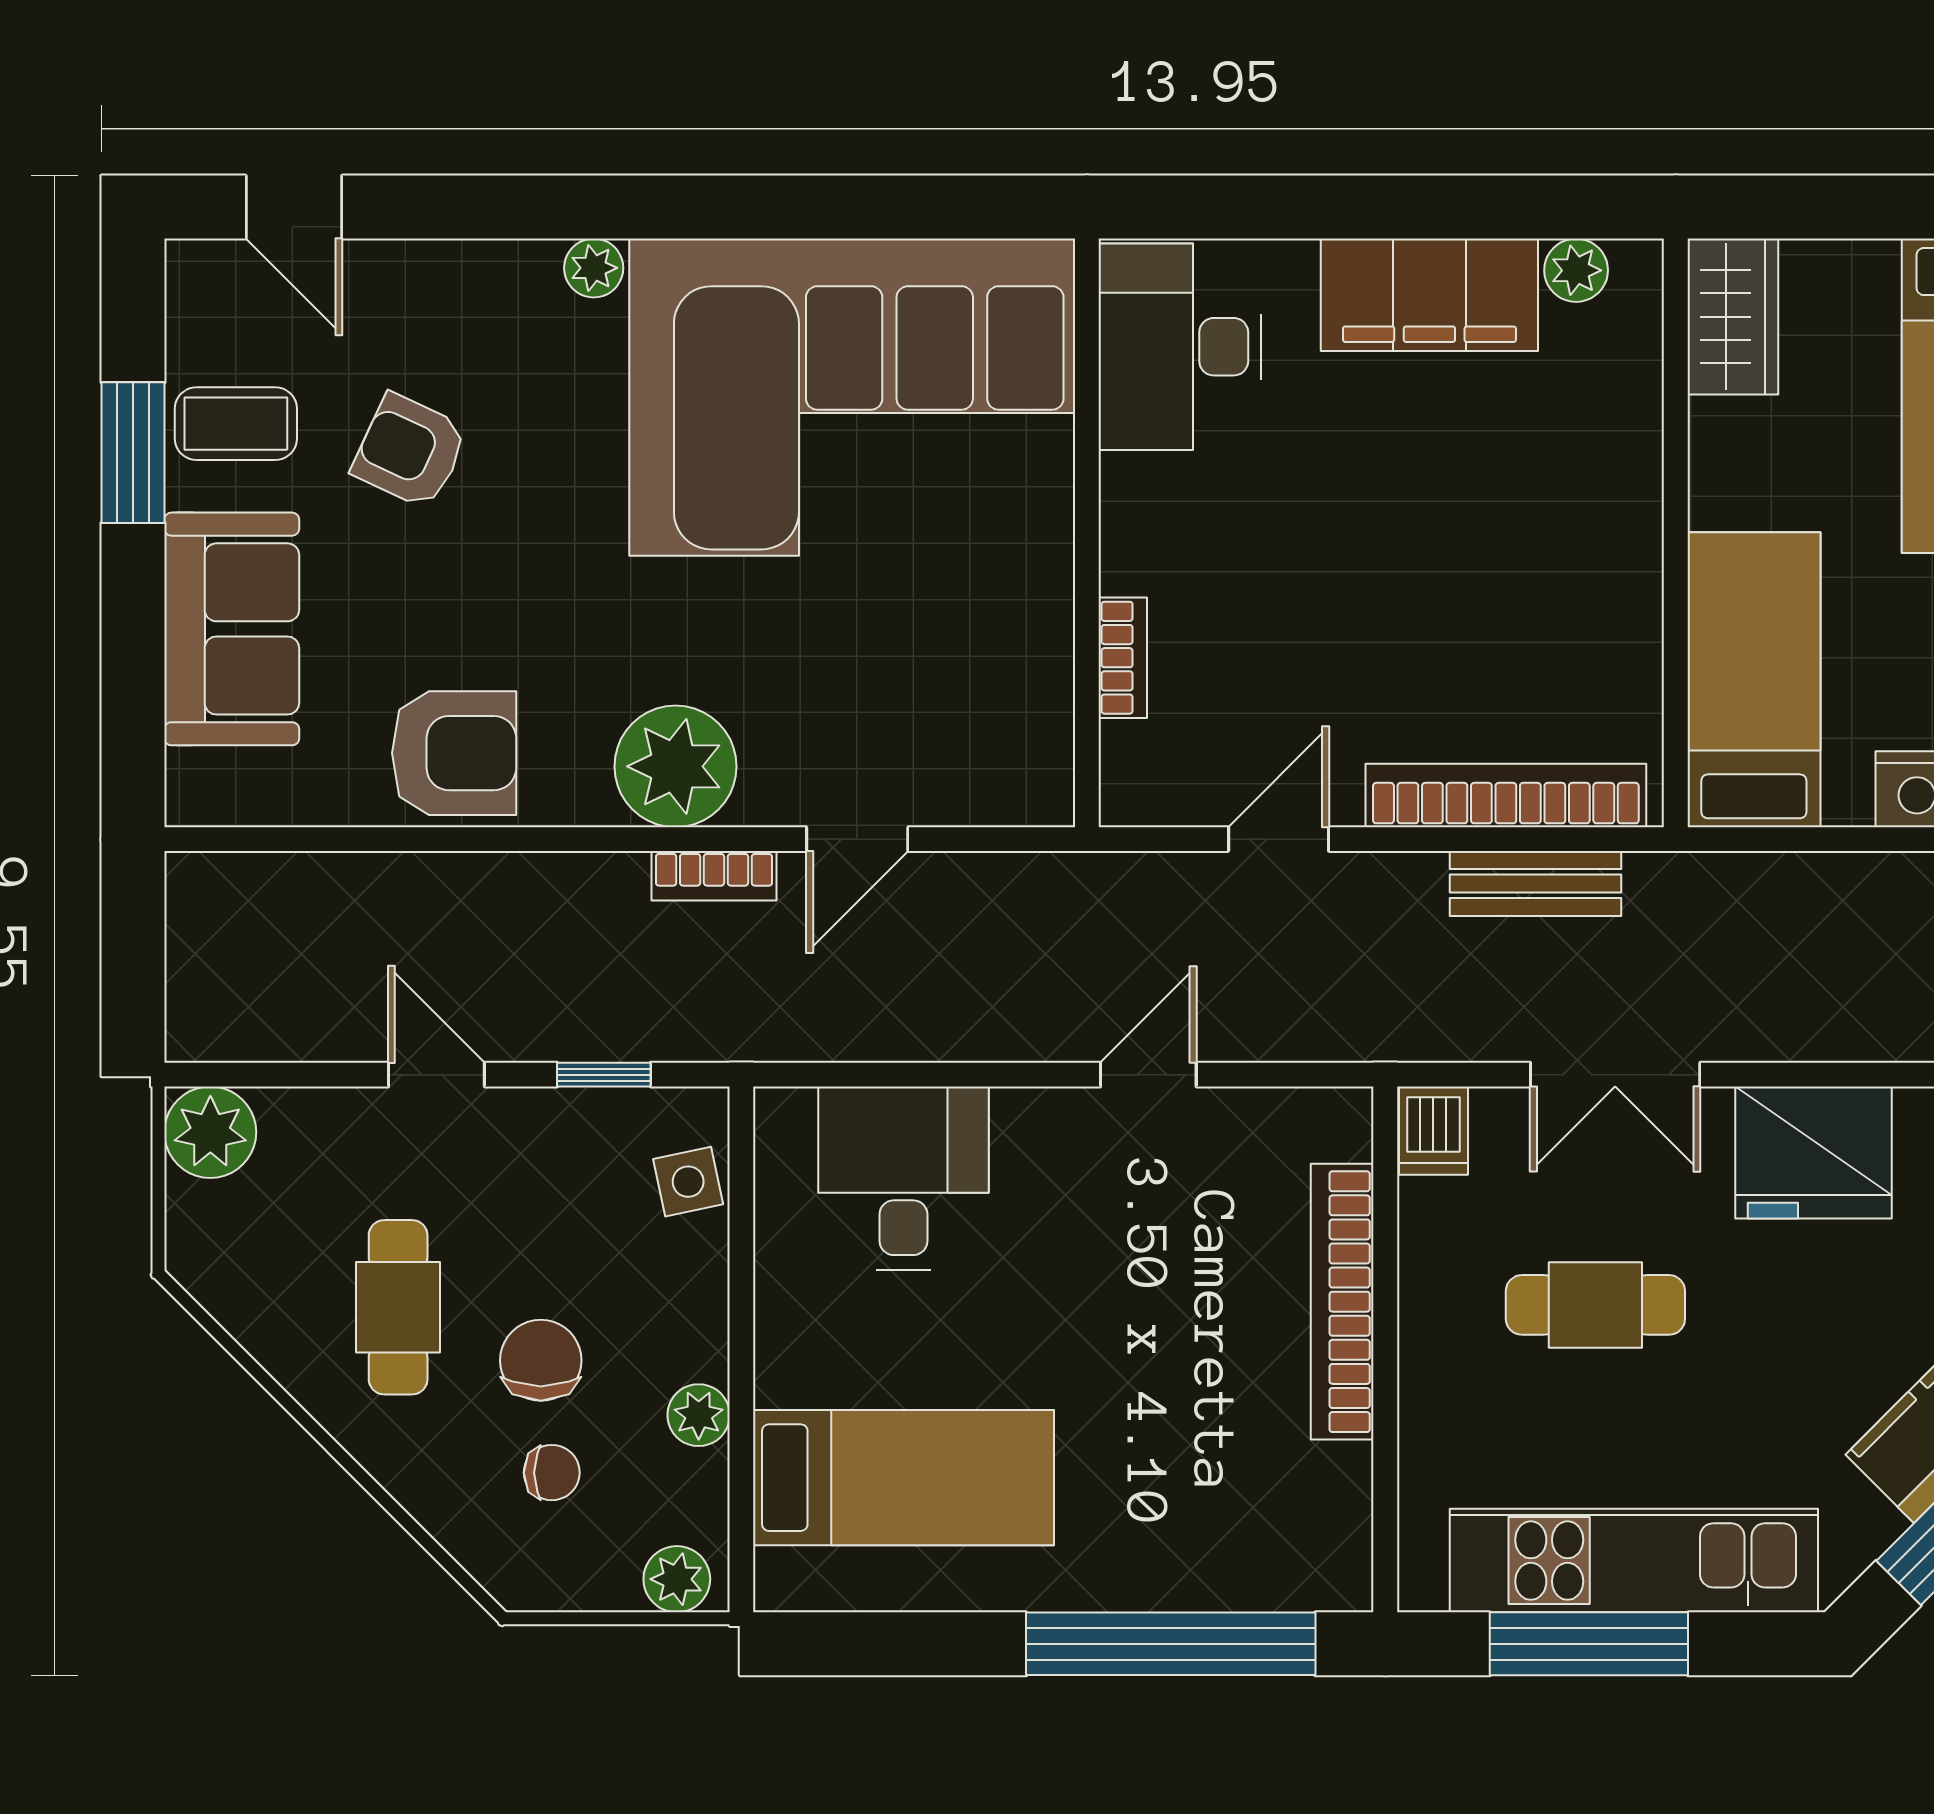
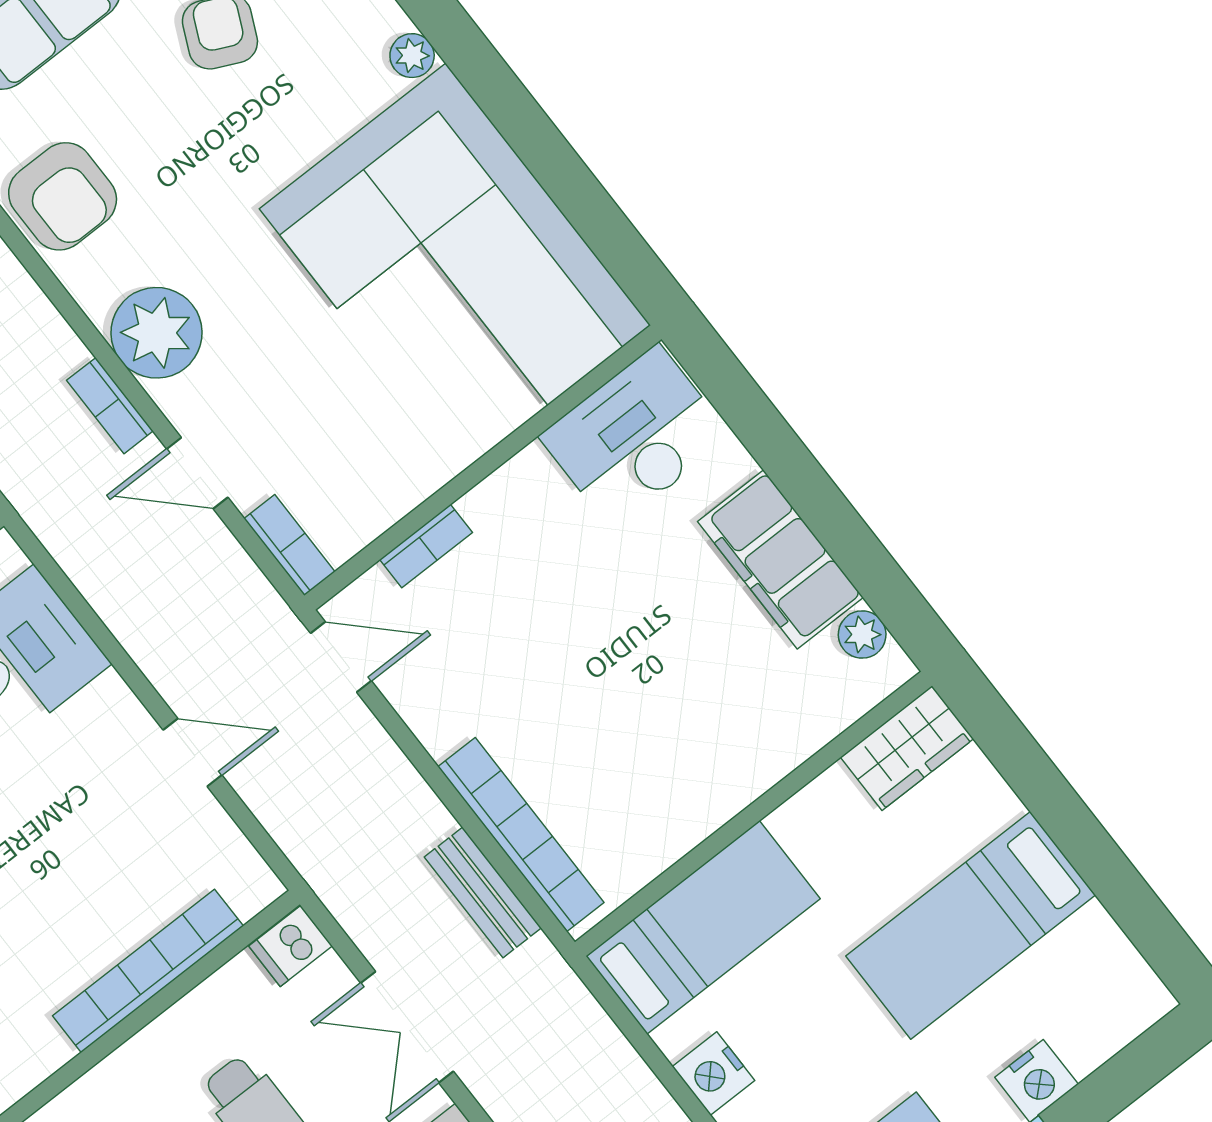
bookcase: (1009, 801) -> (290, 545), added
door: (1279, 839) -> (341, 657), moved

